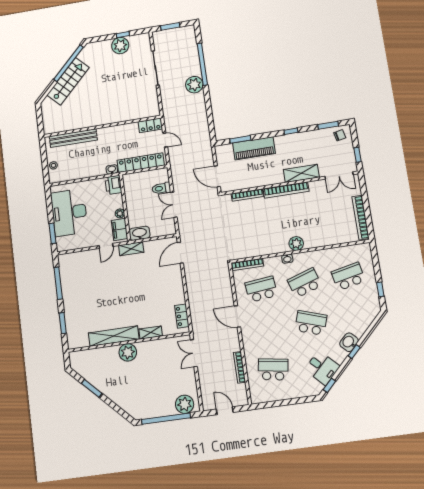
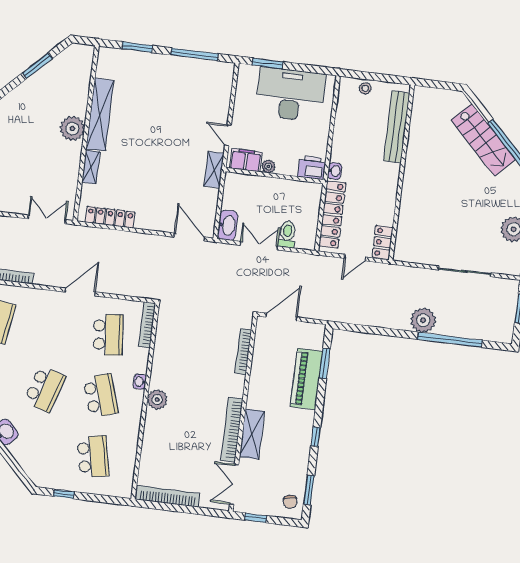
bookcase: (286, 190) -> (232, 430), moved
washbasin: (140, 233) -> (228, 225), moved
locker: (182, 316) -> (110, 217), width x1.53

